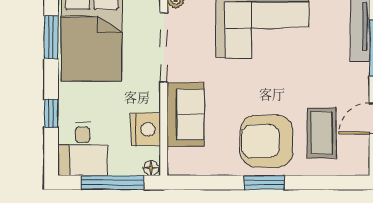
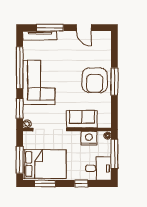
coffee table: (322, 133) -> (91, 54), removed
window: (264, 183) -> (114, 82), width x1.44

